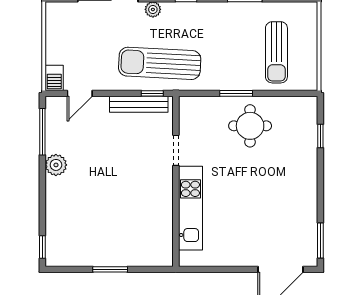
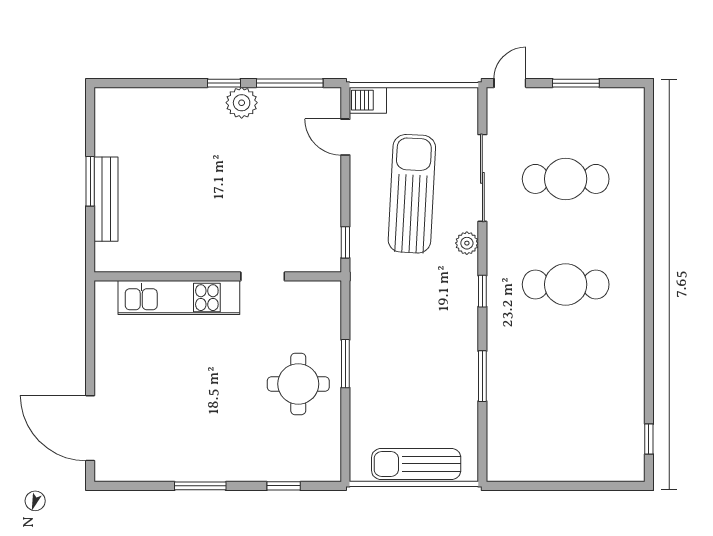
sun lounger: (276, 52) -> (416, 464), moved
sun lounger: (160, 63) -> (412, 194), moved
bench: (139, 104) -> (106, 199), moved
window: (320, 241) -> (200, 486), moved
window: (42, 247) -> (224, 83), moved

